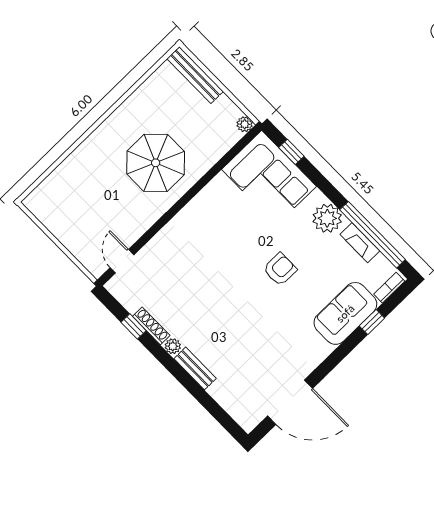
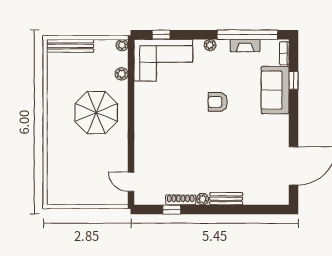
plant: (217, 151) -> (122, 74), added
plant: (327, 218) -> (210, 45), width x0.53, depth x0.53
armchair: (280, 269) -> (218, 102), turned -90

